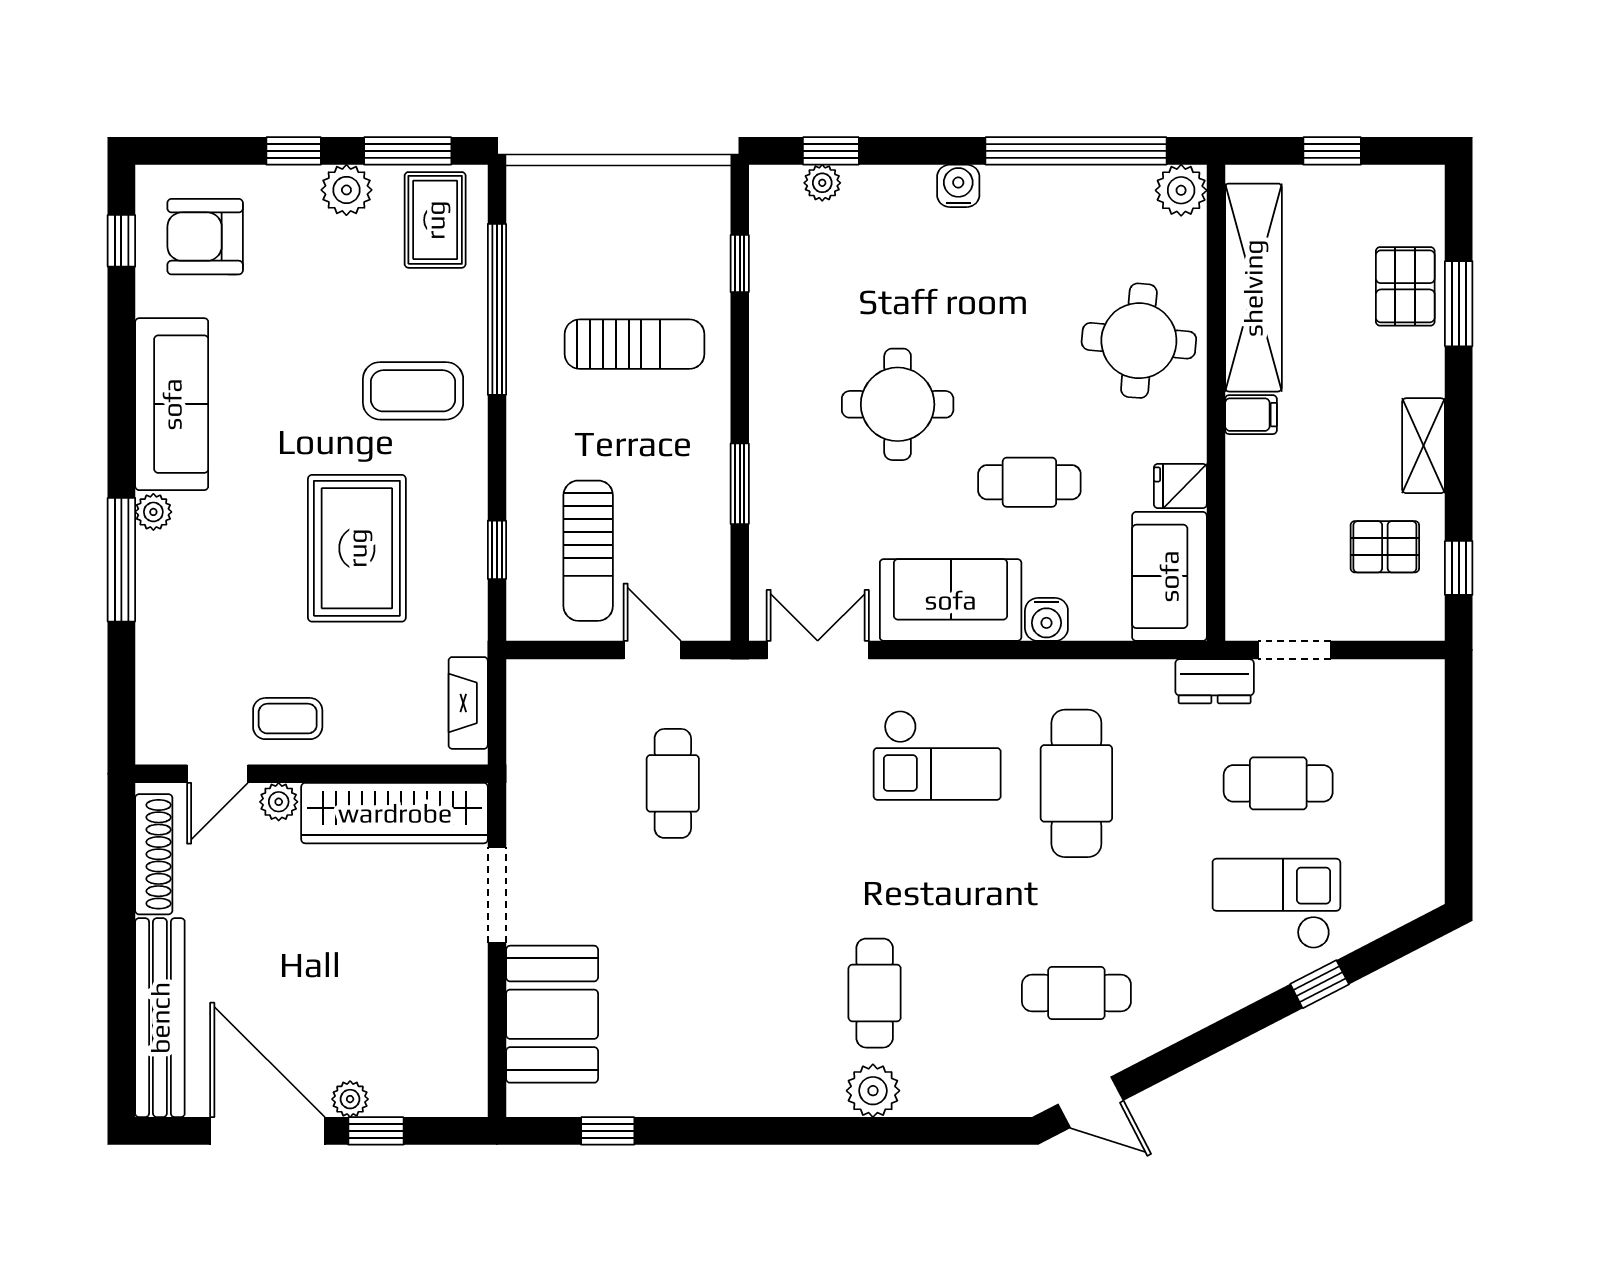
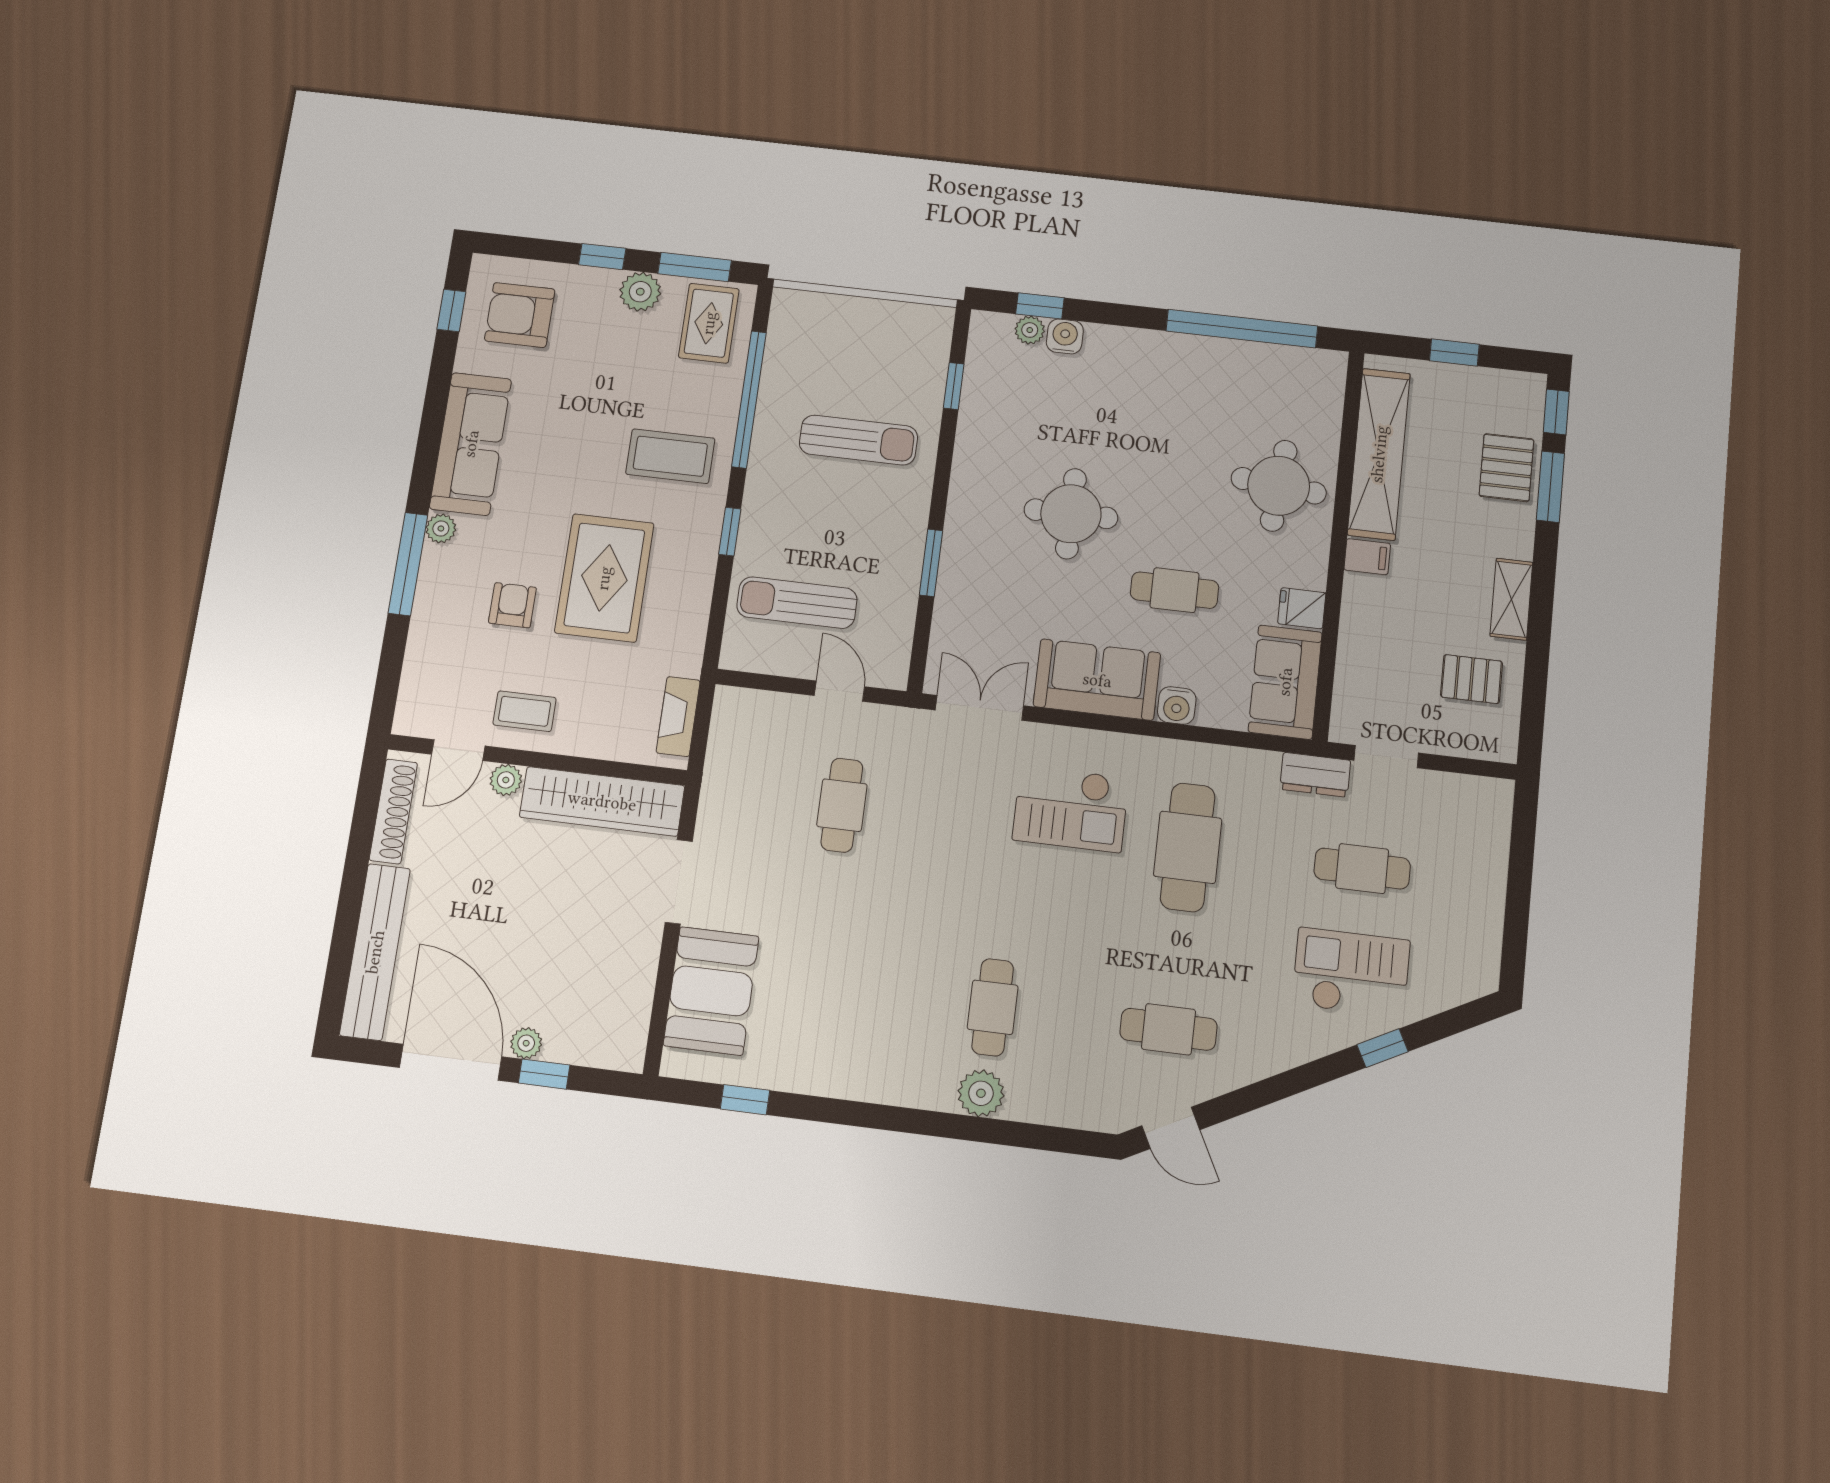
water cooler: (958, 186) -> (1065, 336), moved
plant: (1181, 190) -> (1326, 370), removed
window: (497, 550) -> (730, 532), moved
sun lounger: (588, 551) -> (797, 603), turned 90
window: (1459, 568) -> (1556, 412), moved
armchair: (253, 594) -> (512, 605), added

